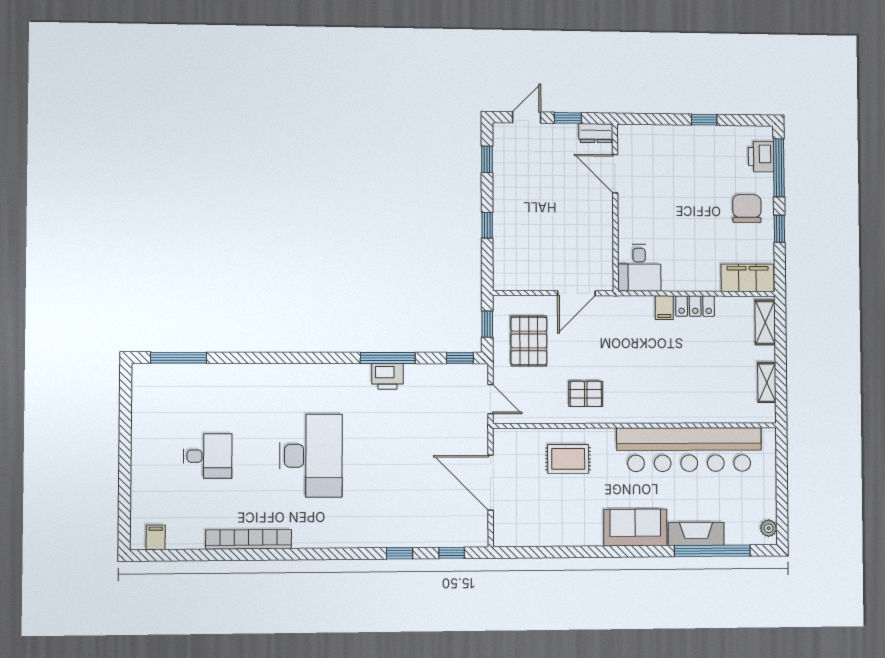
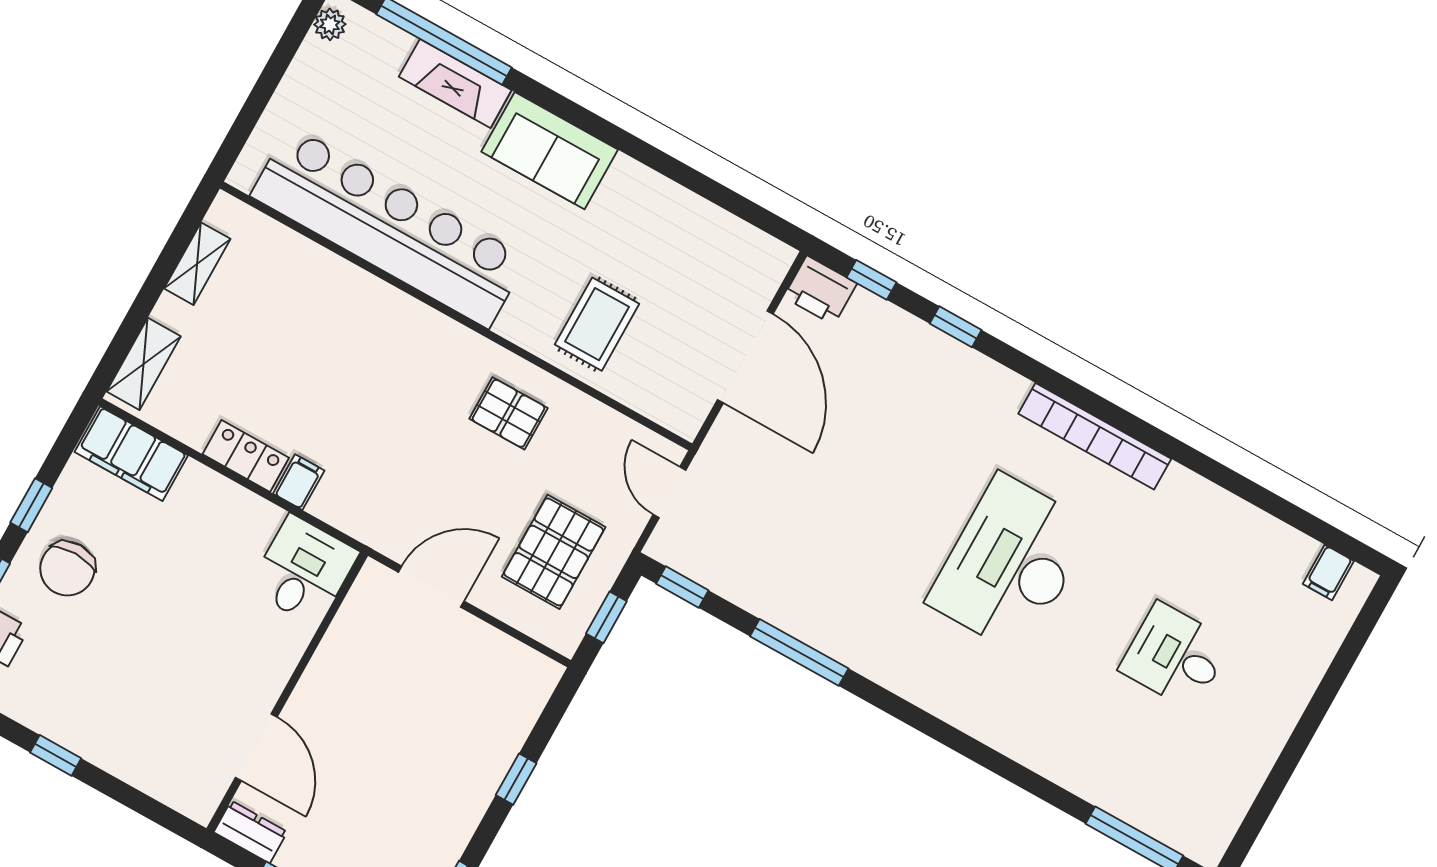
printer: (388, 376) -> (820, 290), moved, turned 180
rug: (568, 459) -> (597, 324), turned 90
bookcase: (249, 539) -> (1095, 436), moved

